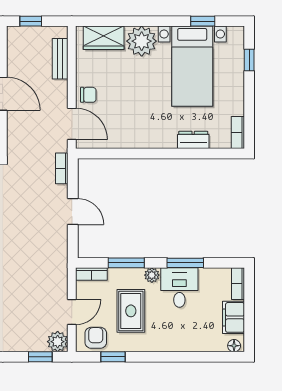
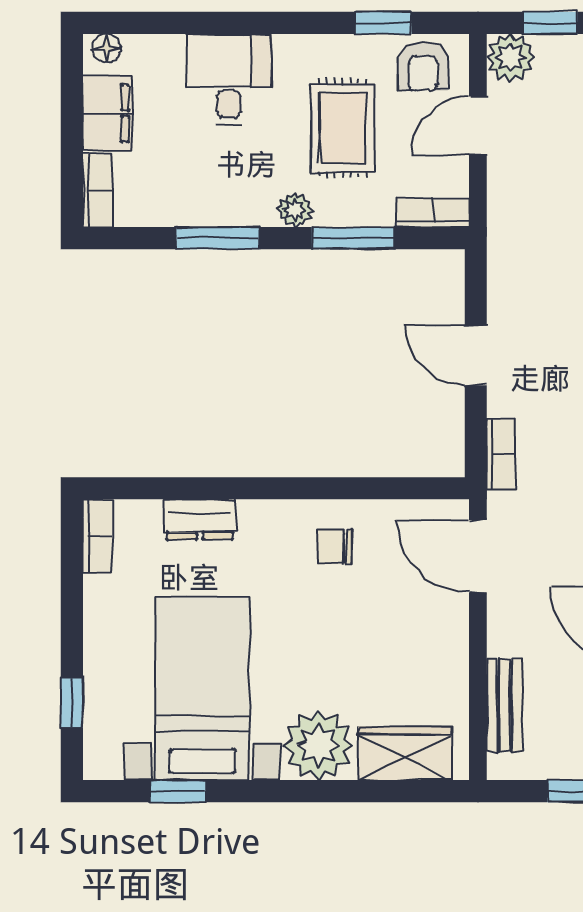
chair: (88, 95) -> (335, 547), moved
desk: (179, 288) -> (229, 80), moved, turned 180

